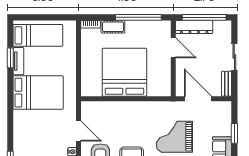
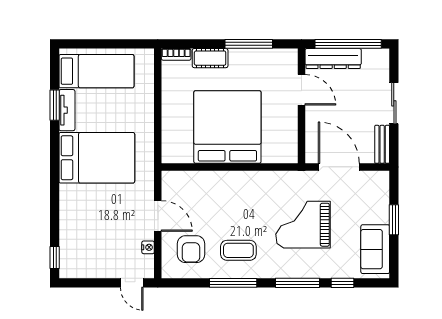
window: (138, 17) -> (249, 44), width x0.68

